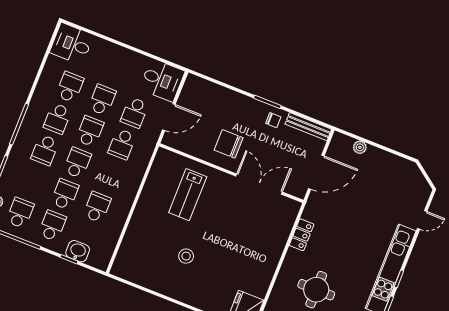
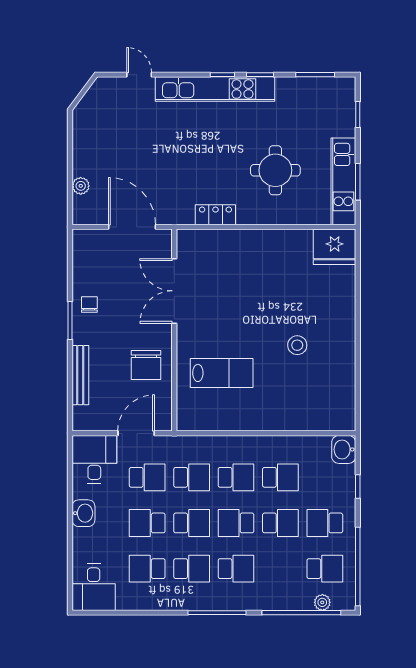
washbasin: (127, 57) -> (83, 513), added
door: (169, 117) -> (136, 433), hinge flipped
bench: (308, 127) -> (80, 375), moved
school desk: (90, 131) -> (192, 523), turned 180
chair: (229, 144) -> (146, 365), moved
school desk: (110, 176) -> (236, 477), added
school desk: (65, 194) -> (280, 523), turned 180
school desk: (97, 207) -> (280, 477), turned 180
school desk: (20, 213) -> (325, 569), turned 180
washbasin: (78, 251) -> (344, 449), moved

